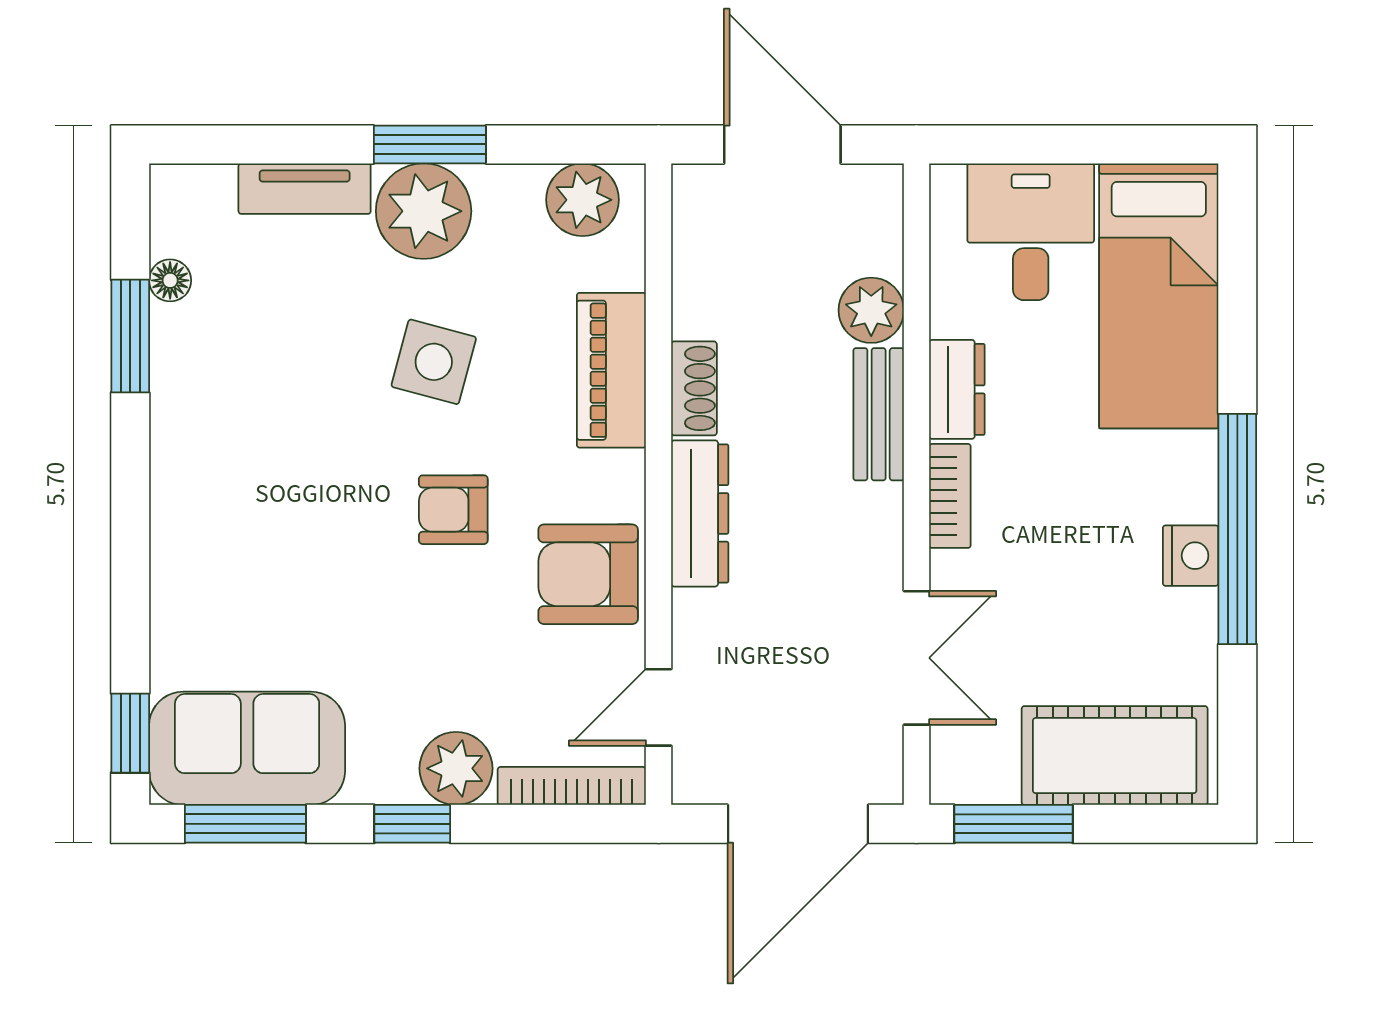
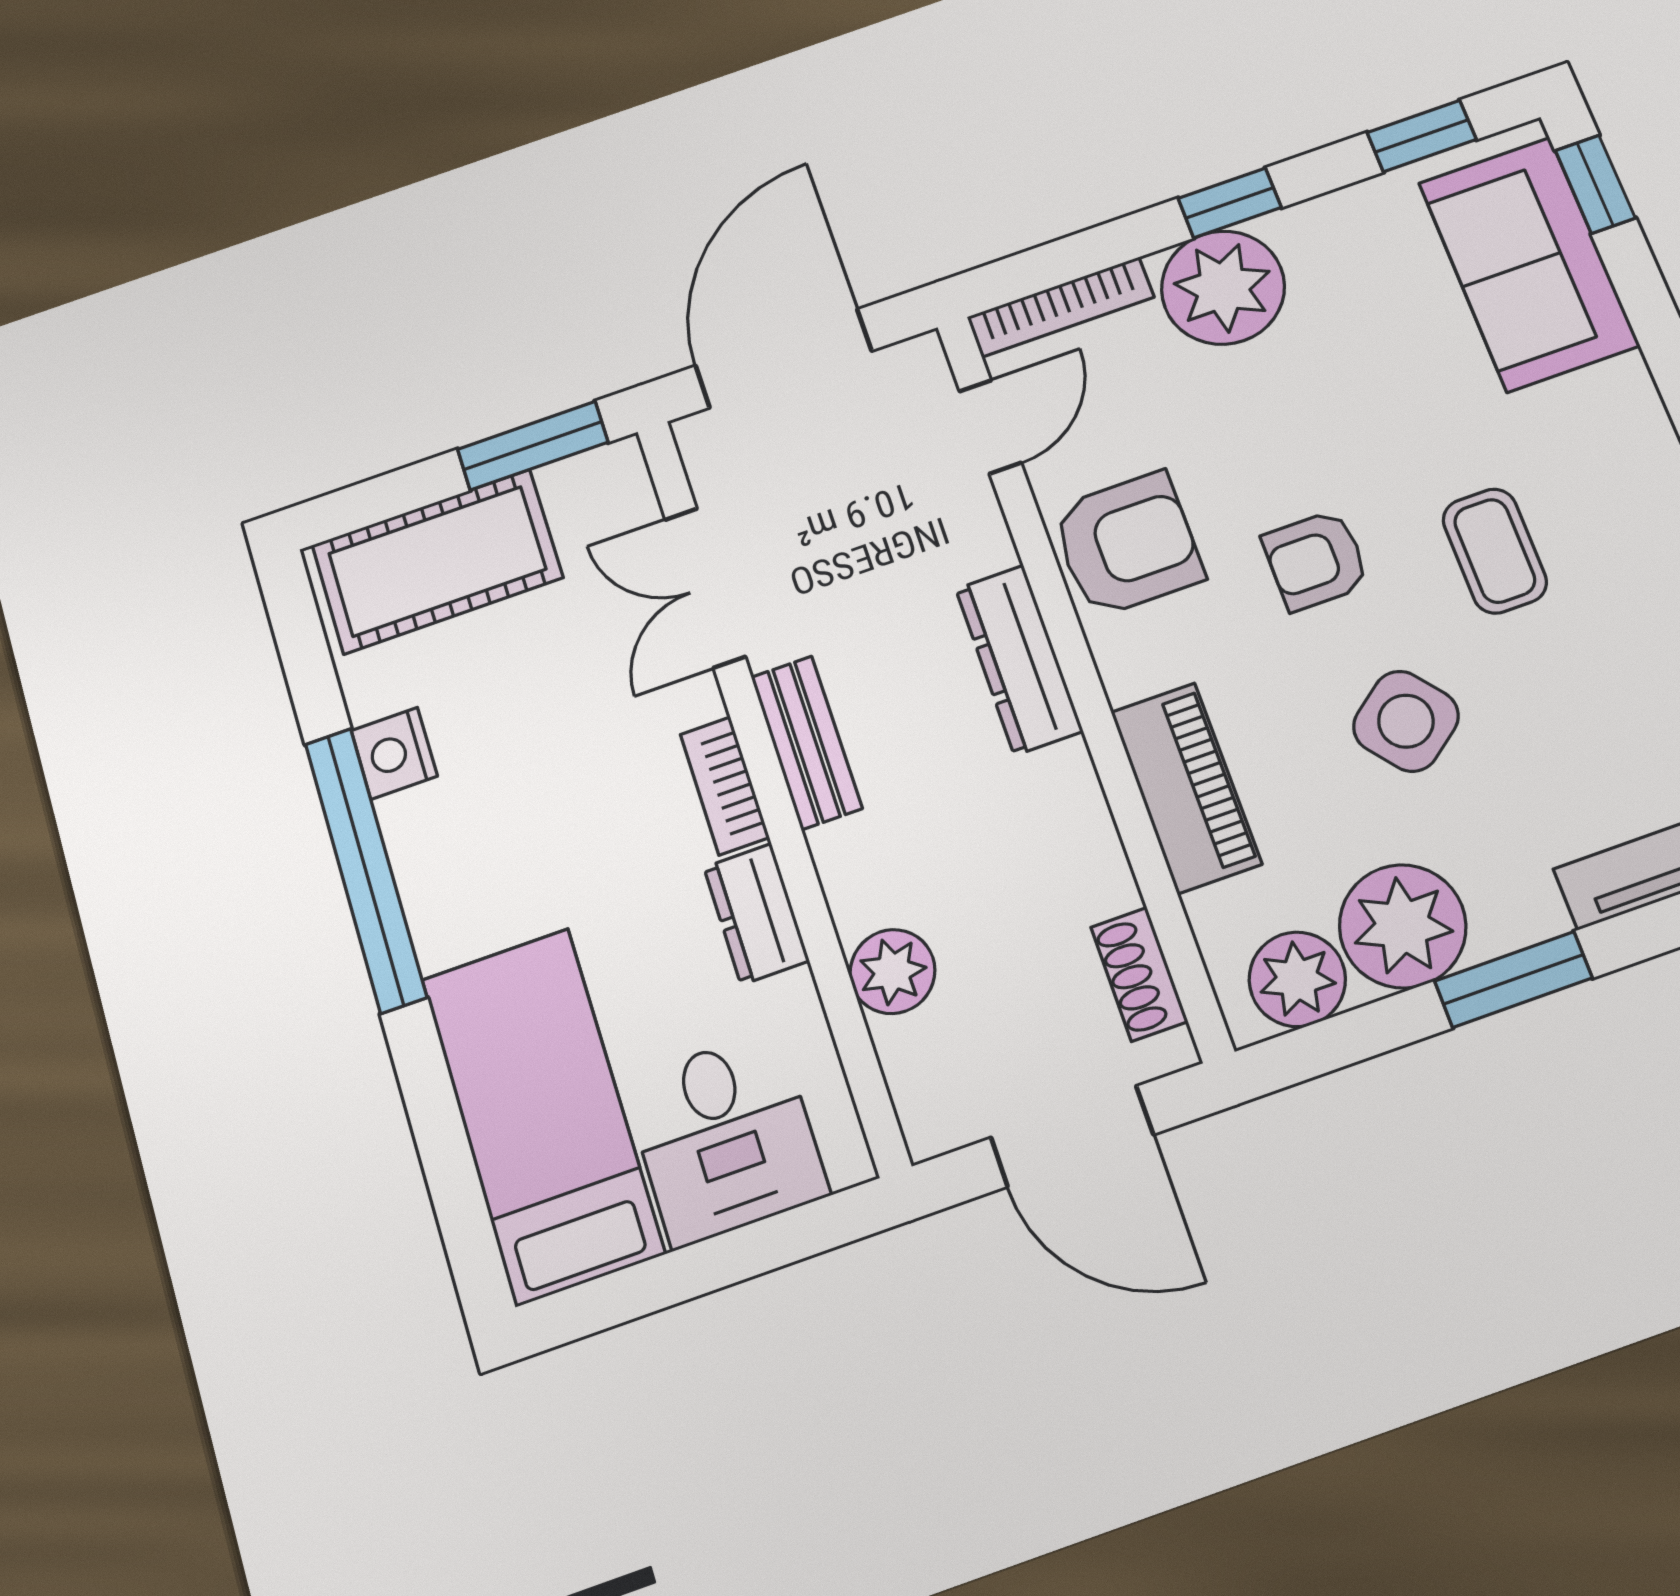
plant: (424, 211) -> (1403, 926), moved
side table: (434, 362) -> (1406, 721), turned 37
shoe rack: (694, 388) -> (1139, 974), moved
bench: (879, 414) -> (806, 743), moved
coffee table: (319, 468) -> (1495, 551), added
armchair: (453, 510) -> (1316, 560), turned 180
nightstand: (1191, 556) -> (394, 753), moved
sofa: (247, 748) -> (1529, 264), moved, turned 90
plant: (456, 768) -> (1223, 287), width x1.36, depth x1.36
window: (245, 824) -> (1422, 136), width x0.67

